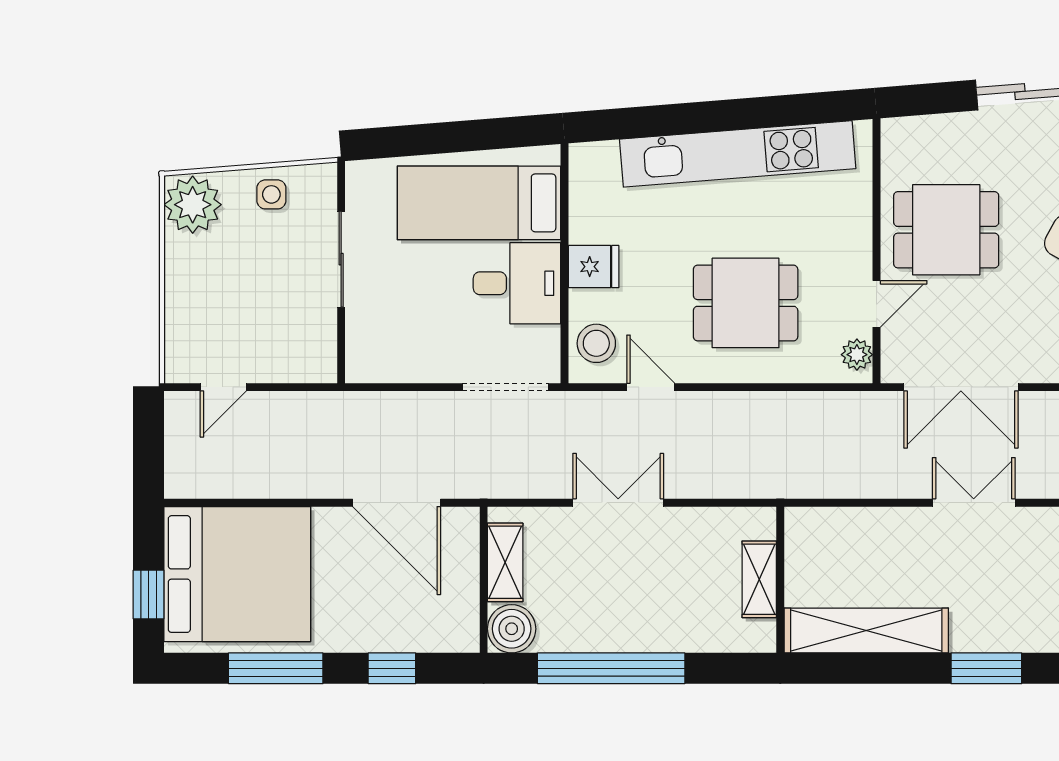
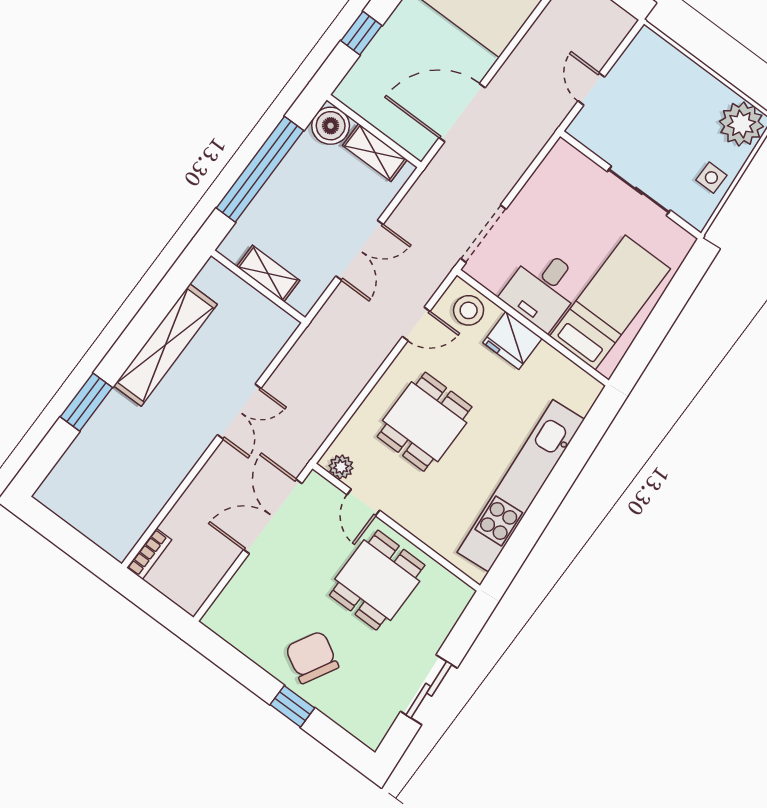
fridge: (594, 267) -> (512, 340), width x1.38
door: (223, 387) -> (591, 89), moved
double door: (974, 503) -> (239, 412), moved
shelving: (759, 579) -> (268, 274), moved
wall: (780, 580) -> (258, 286), moved

